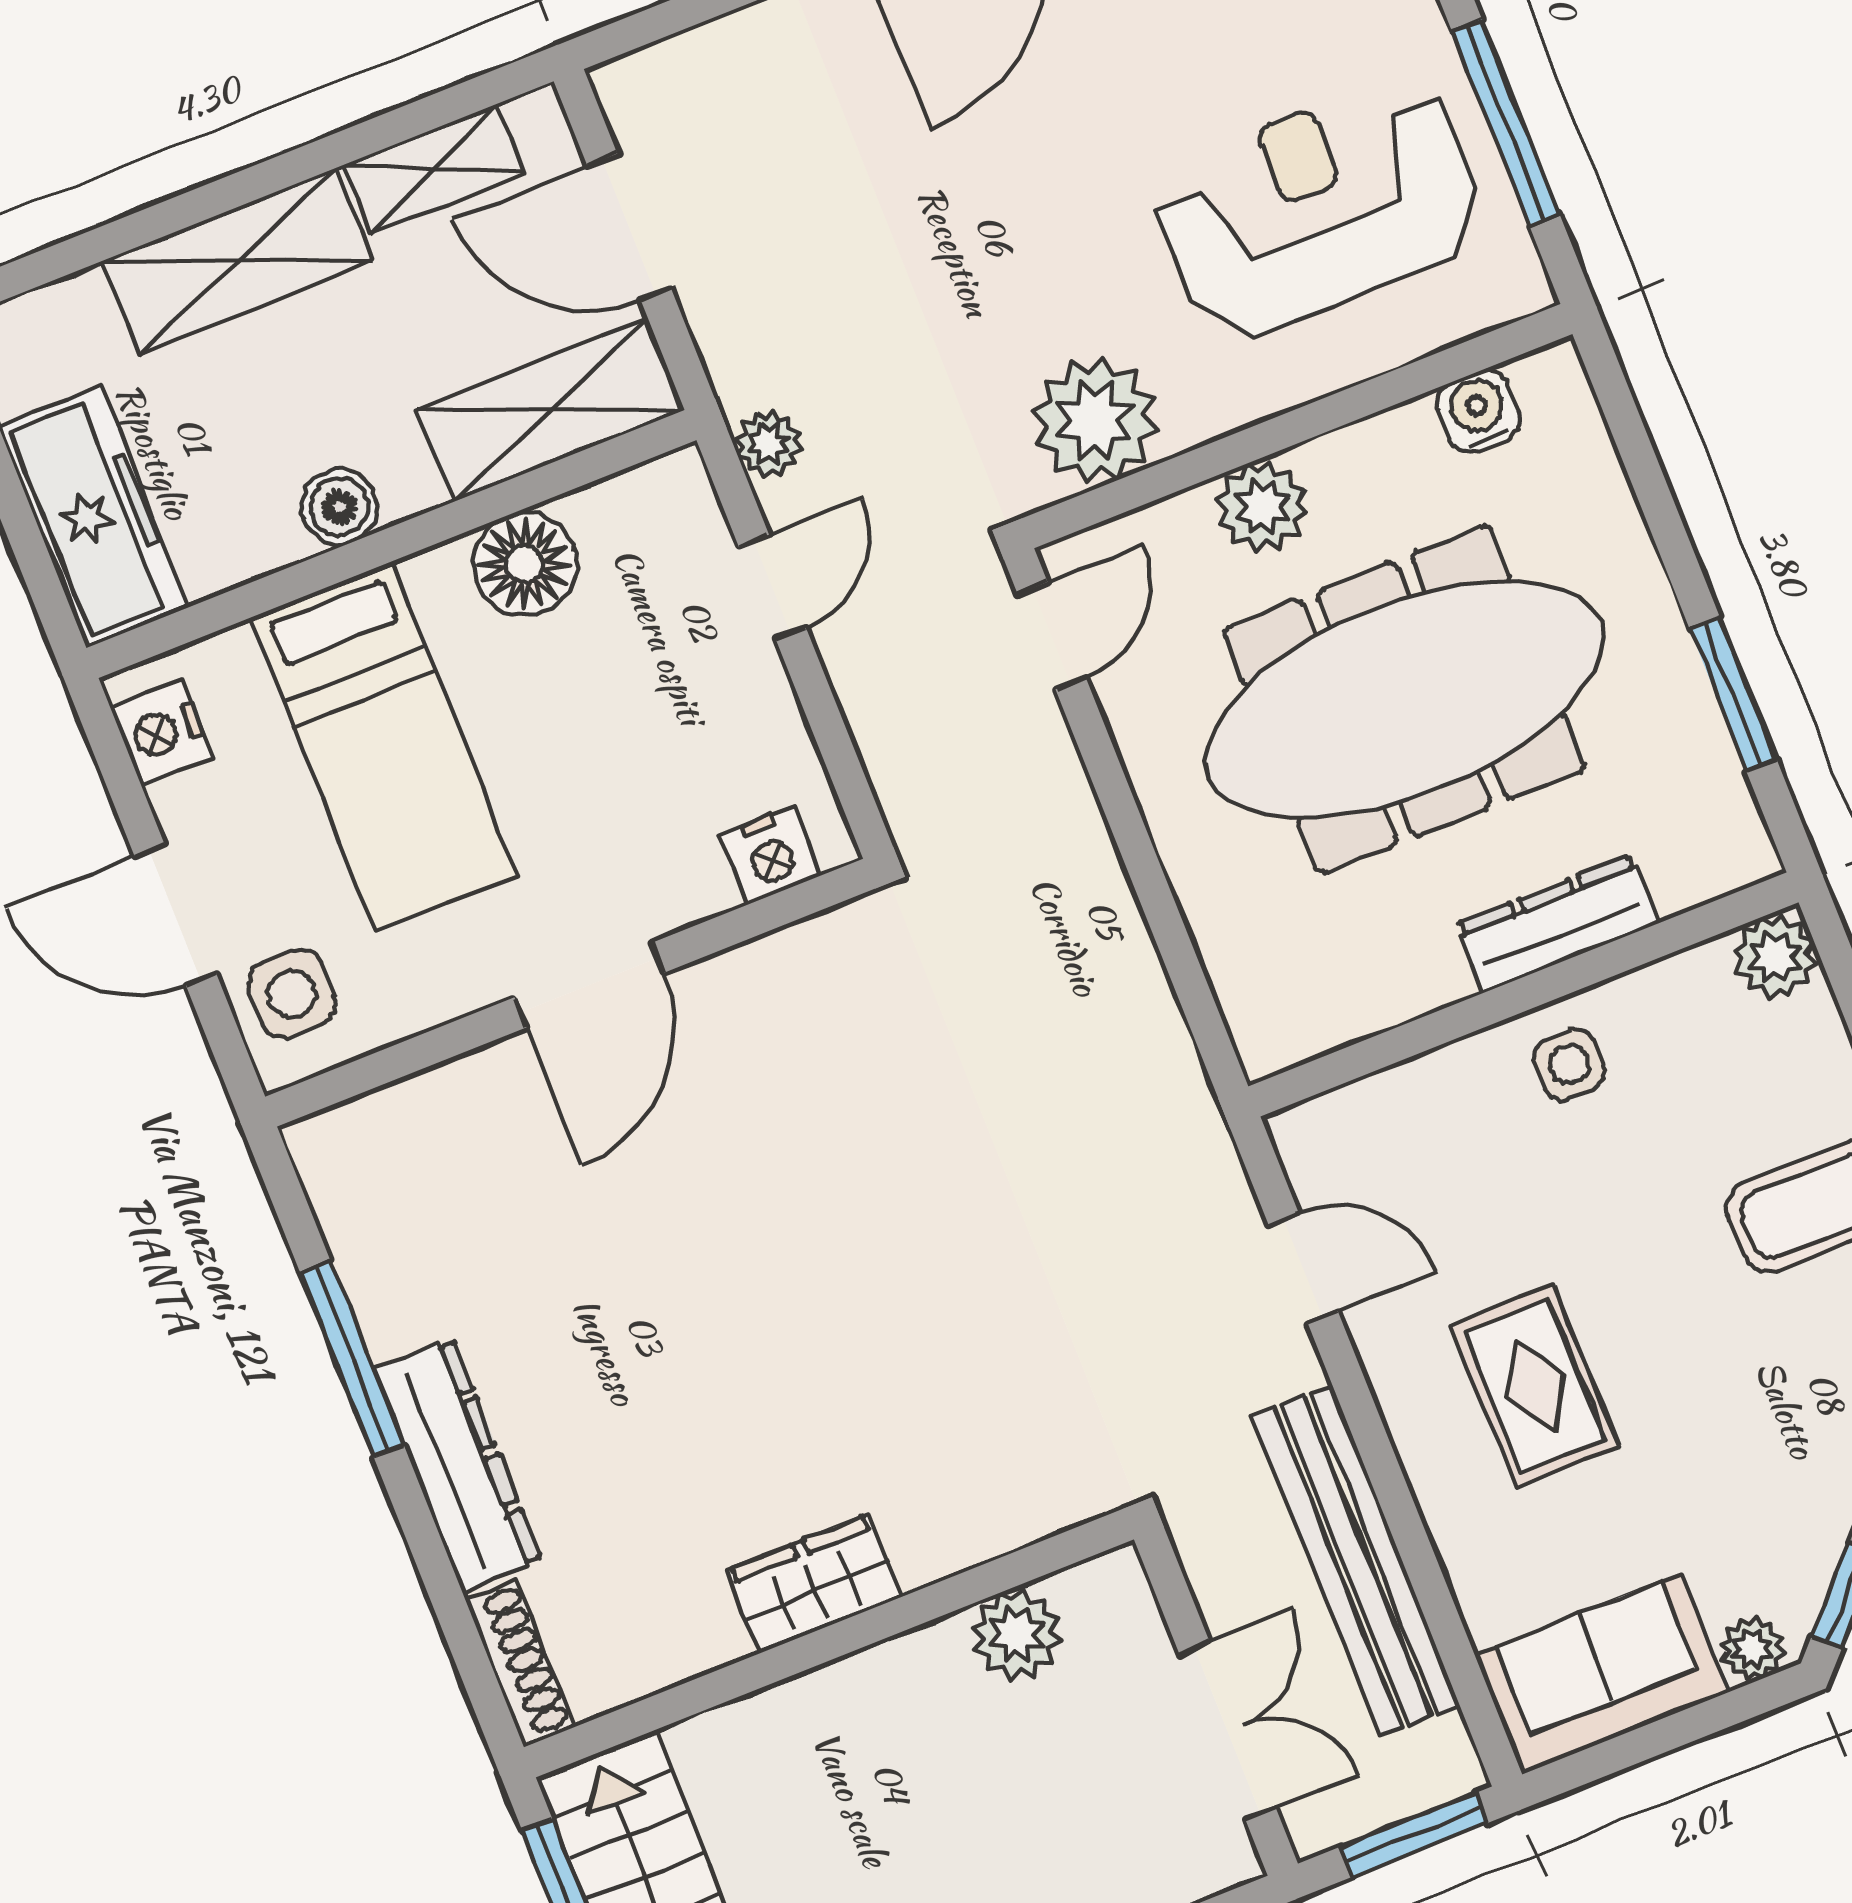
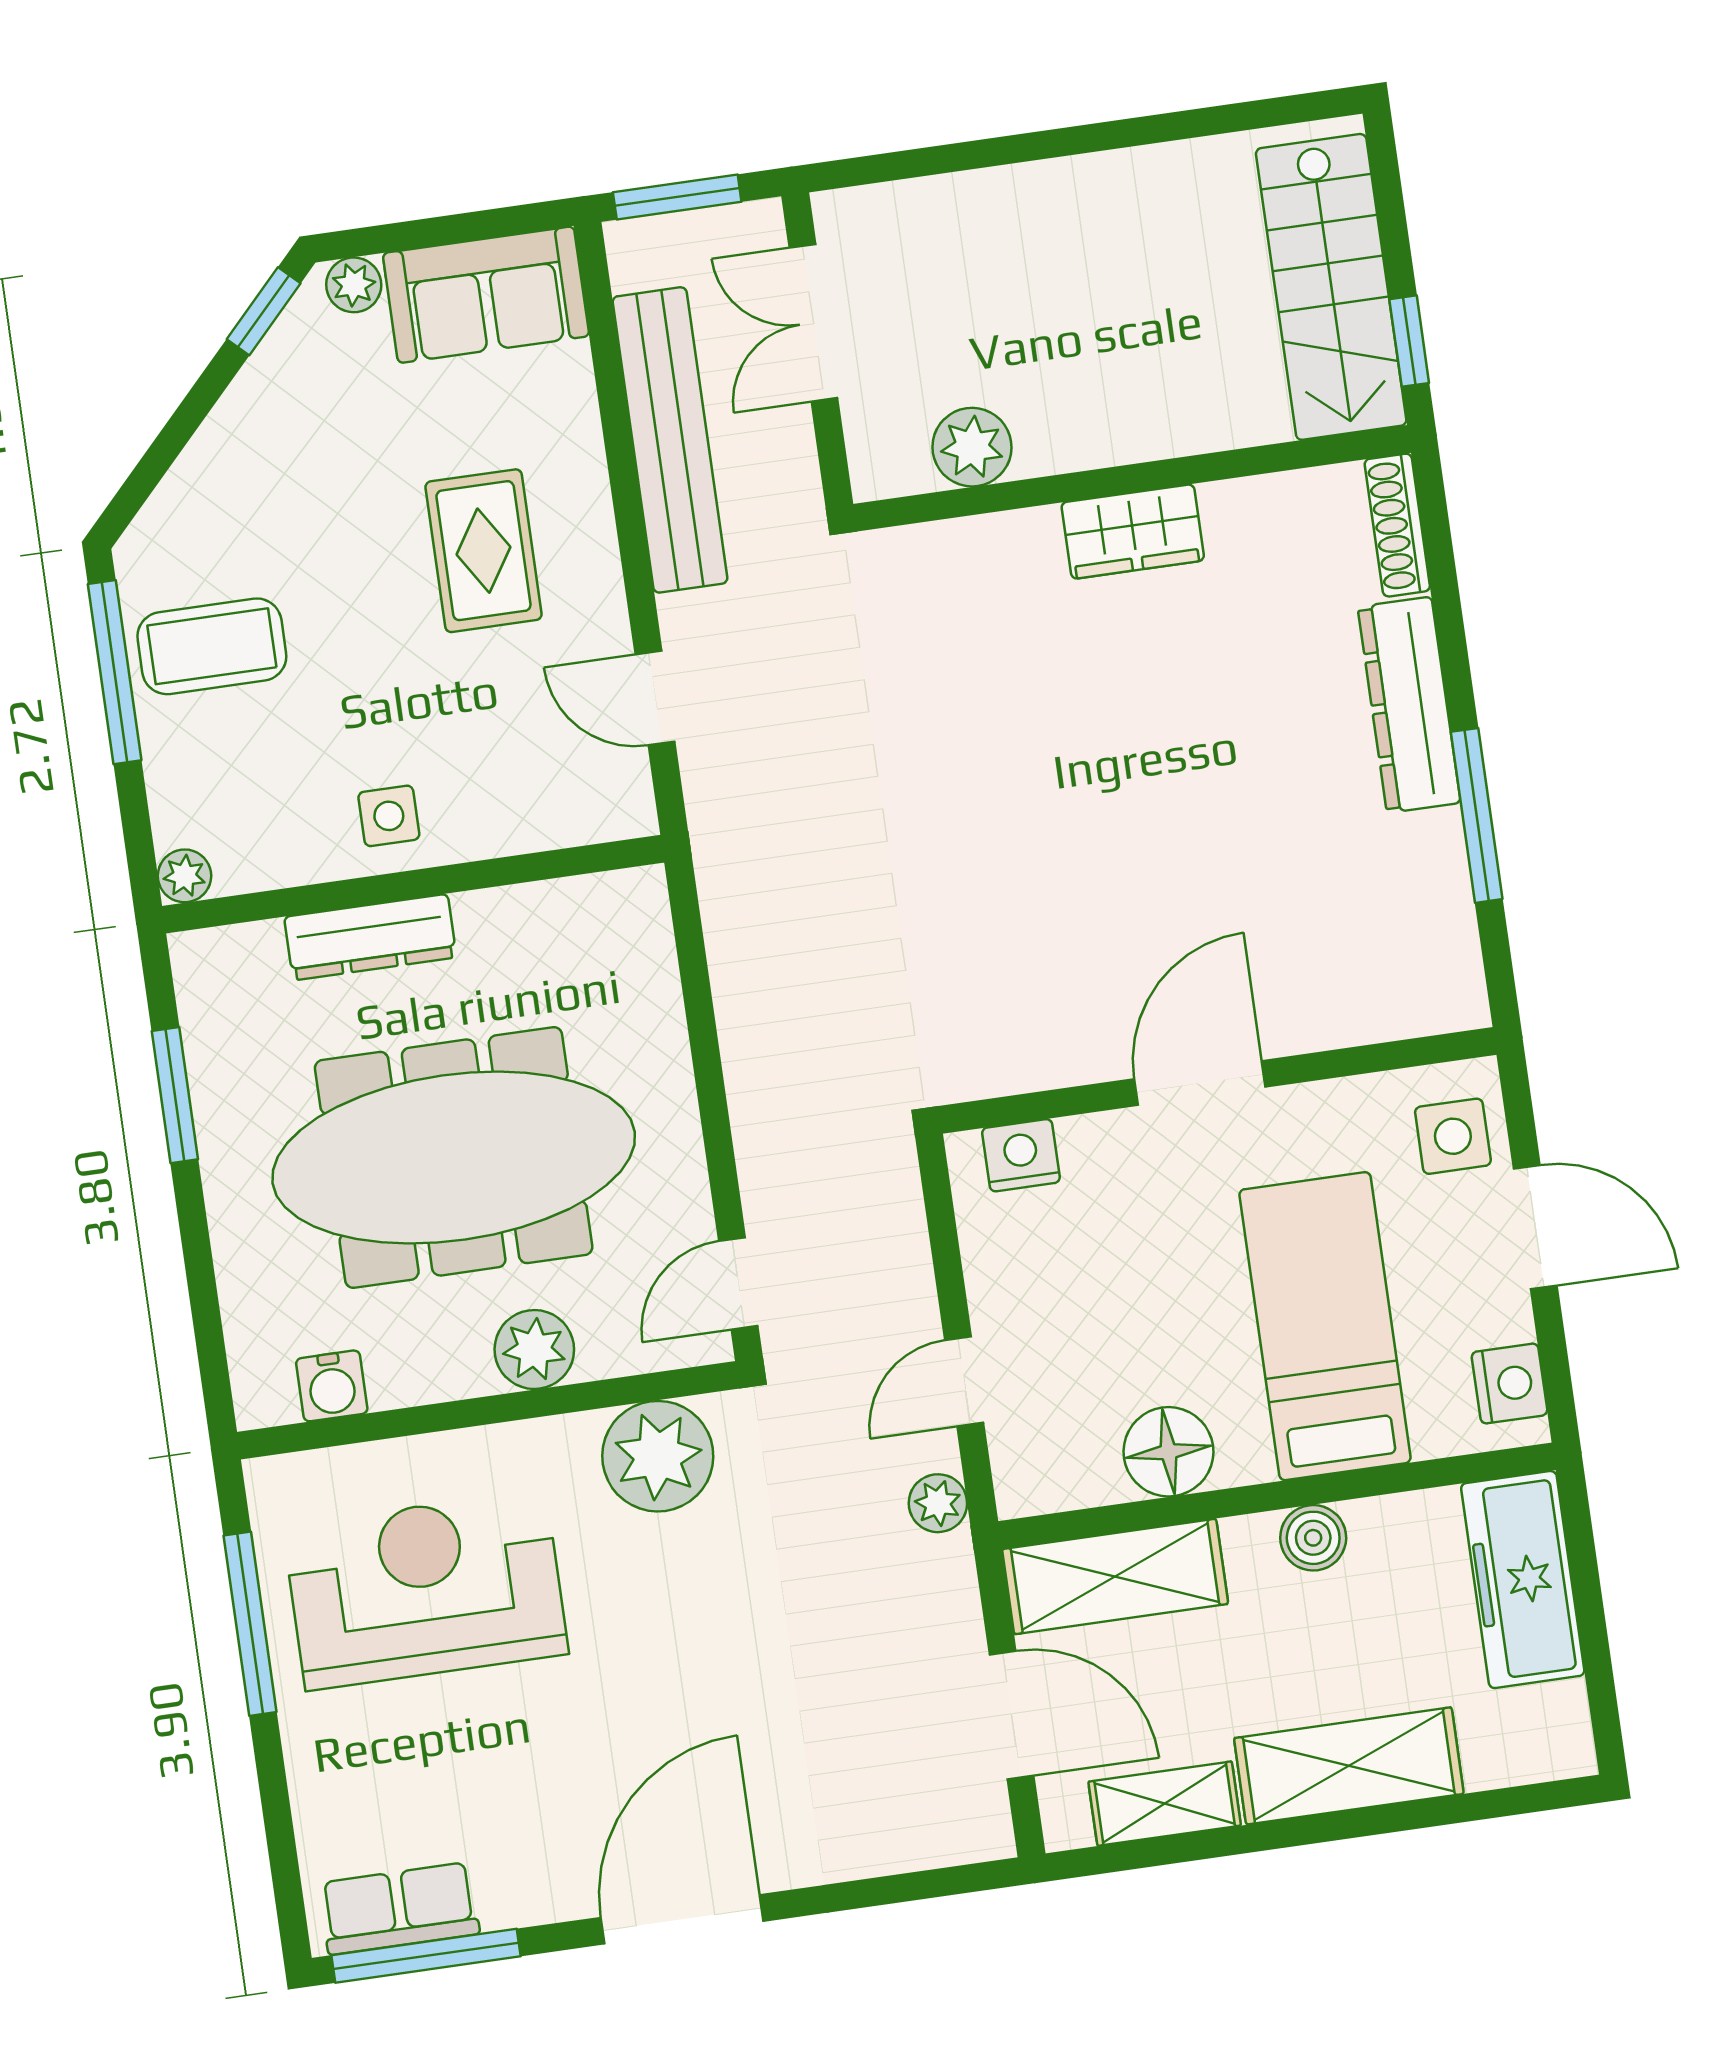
reception desk: (1319, 208) -> (426, 1590), turned 180
plant: (1775, 957) -> (185, 876), width x0.73, depth x0.73

